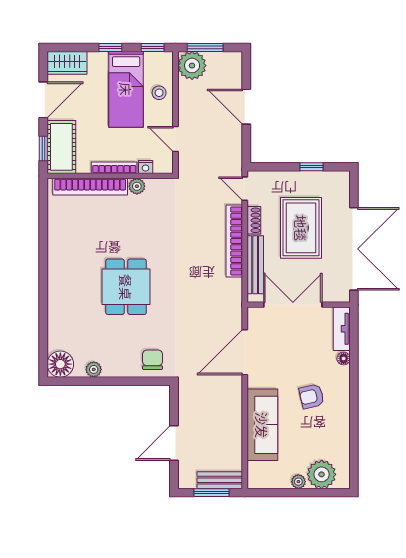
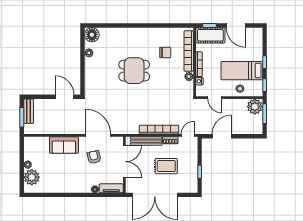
wardrobe: (67, 63) -> (256, 38), removed
door: (246, 107) -> (222, 136), moved
door: (176, 139) -> (215, 98), swing flipped
rug: (301, 228) -> (166, 166), width x0.73, depth x0.70
chair: (153, 360) -> (165, 52), moved
armchair: (312, 396) -> (94, 157), moved
sofa: (262, 425) -> (64, 145), width x0.73
door: (174, 443) -> (65, 97), moved
bench: (220, 480) -> (29, 111), moved

